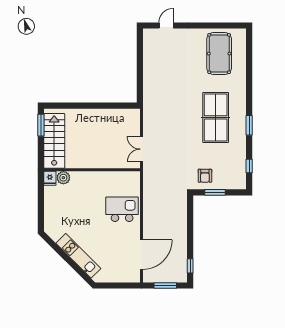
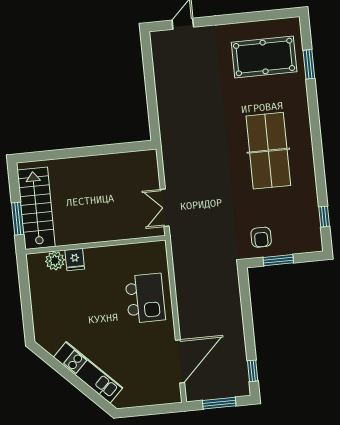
pool table: (219, 54) -> (264, 57), turned 90
window: (41, 125) -> (18, 219), moved
window: (249, 125) -> (309, 64), moved
fridge: (50, 178) -> (75, 260), moved
kitchen island: (122, 209) -> (145, 298), turned 90

